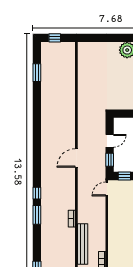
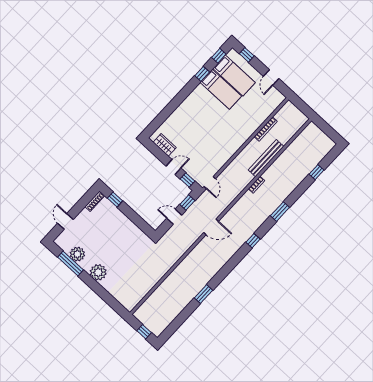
window: (37, 73) -> (204, 294), moved
door: (107, 189) -> (210, 183), hinge flipped
window: (37, 193) -> (253, 241), moved

